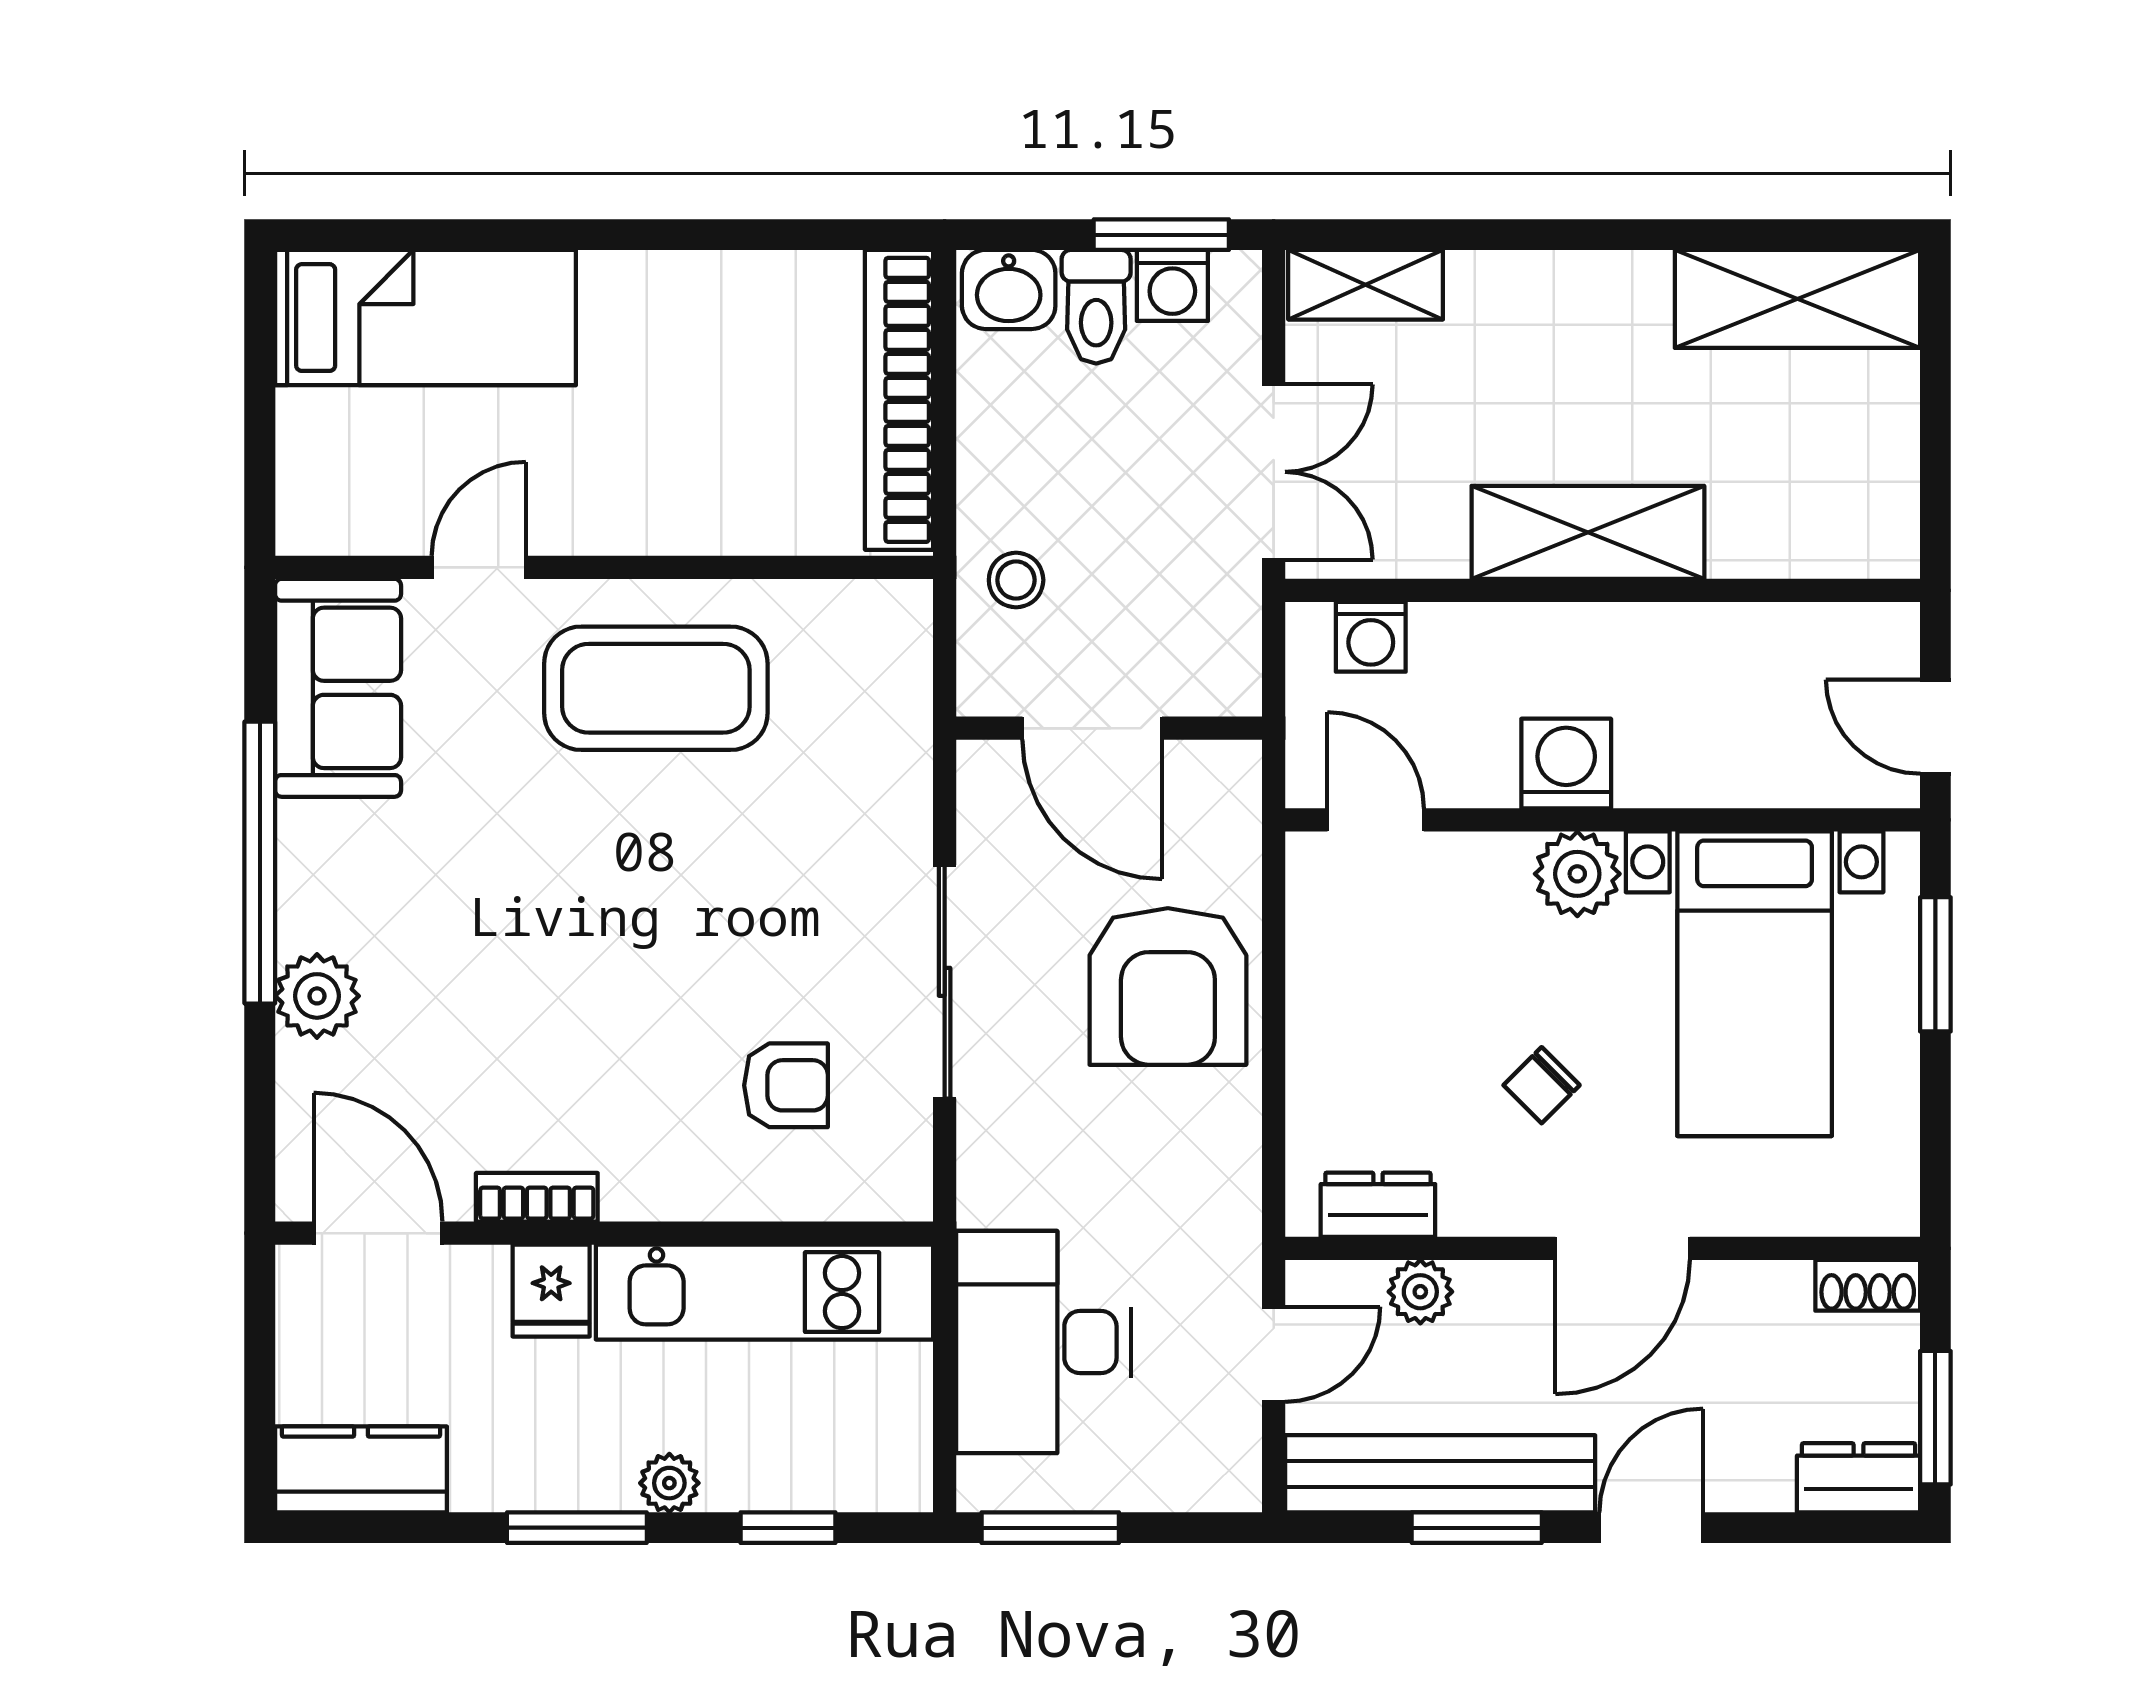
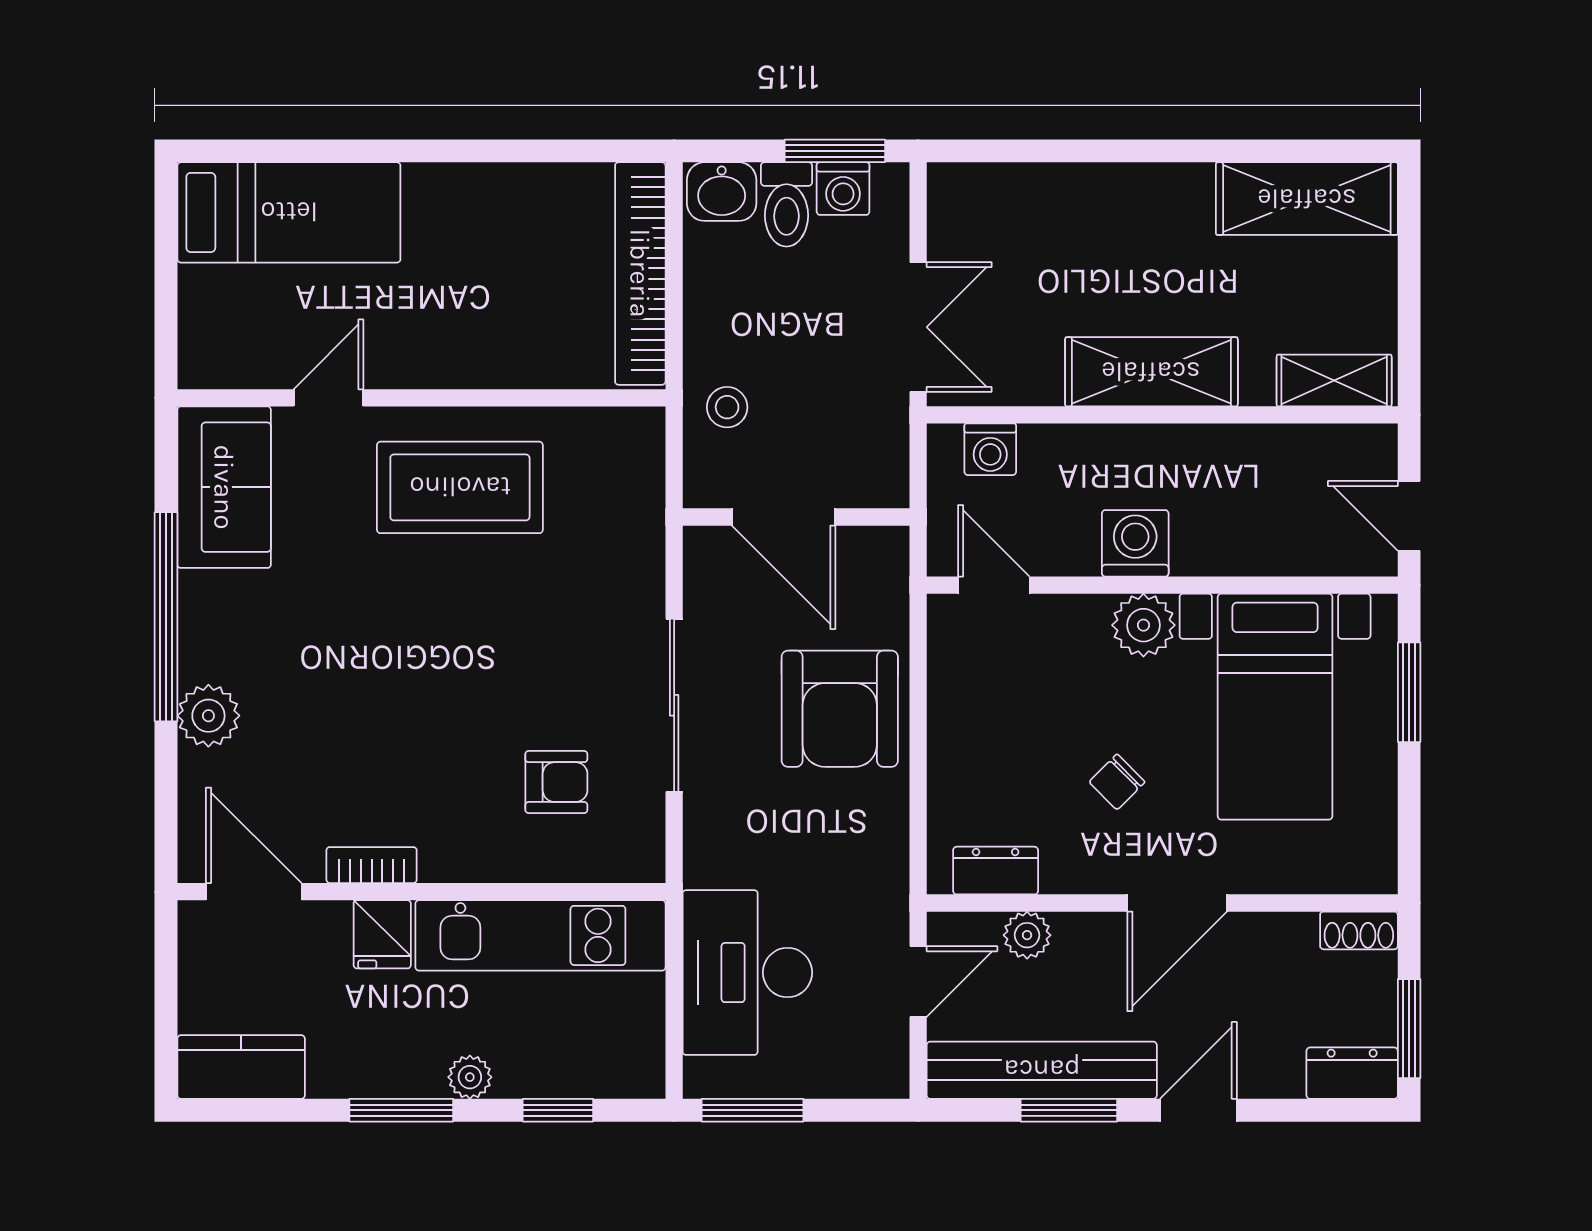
shelving: (1366, 285) -> (1334, 380), moved

